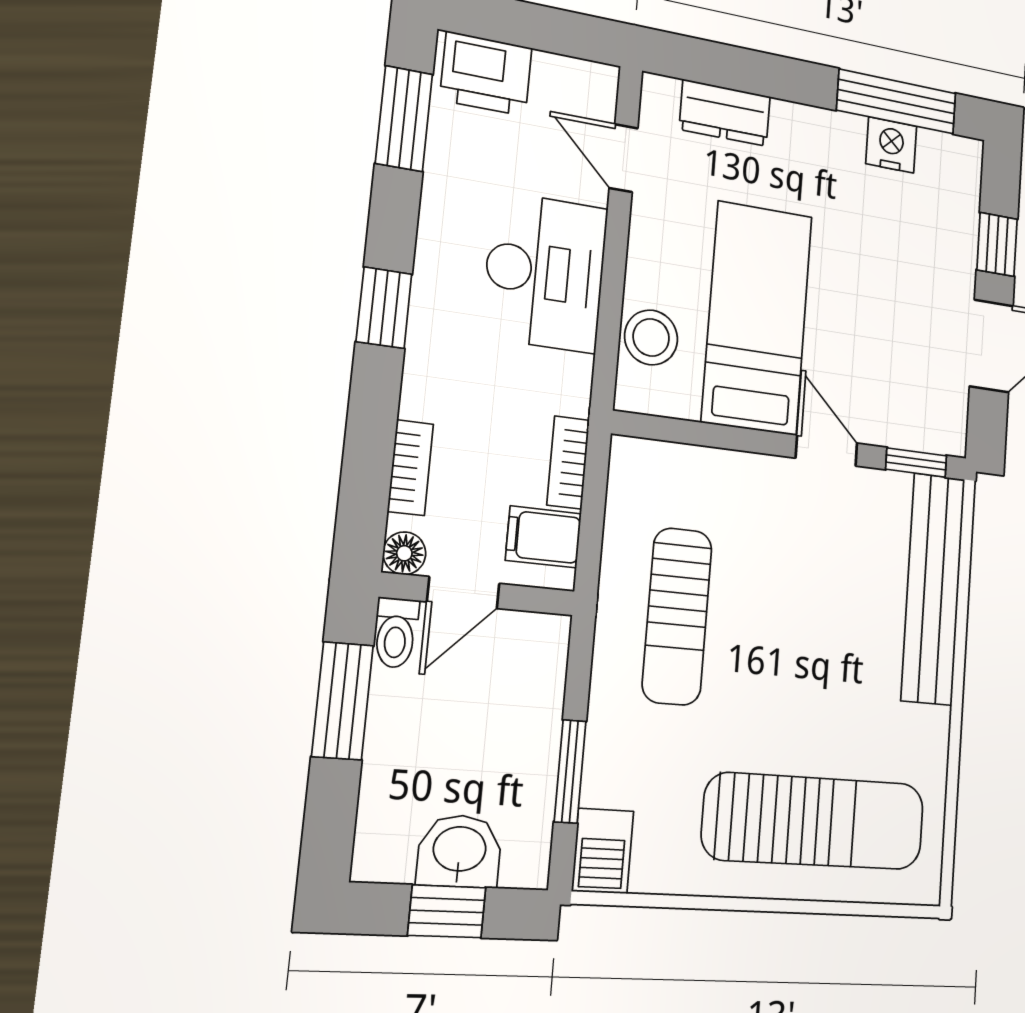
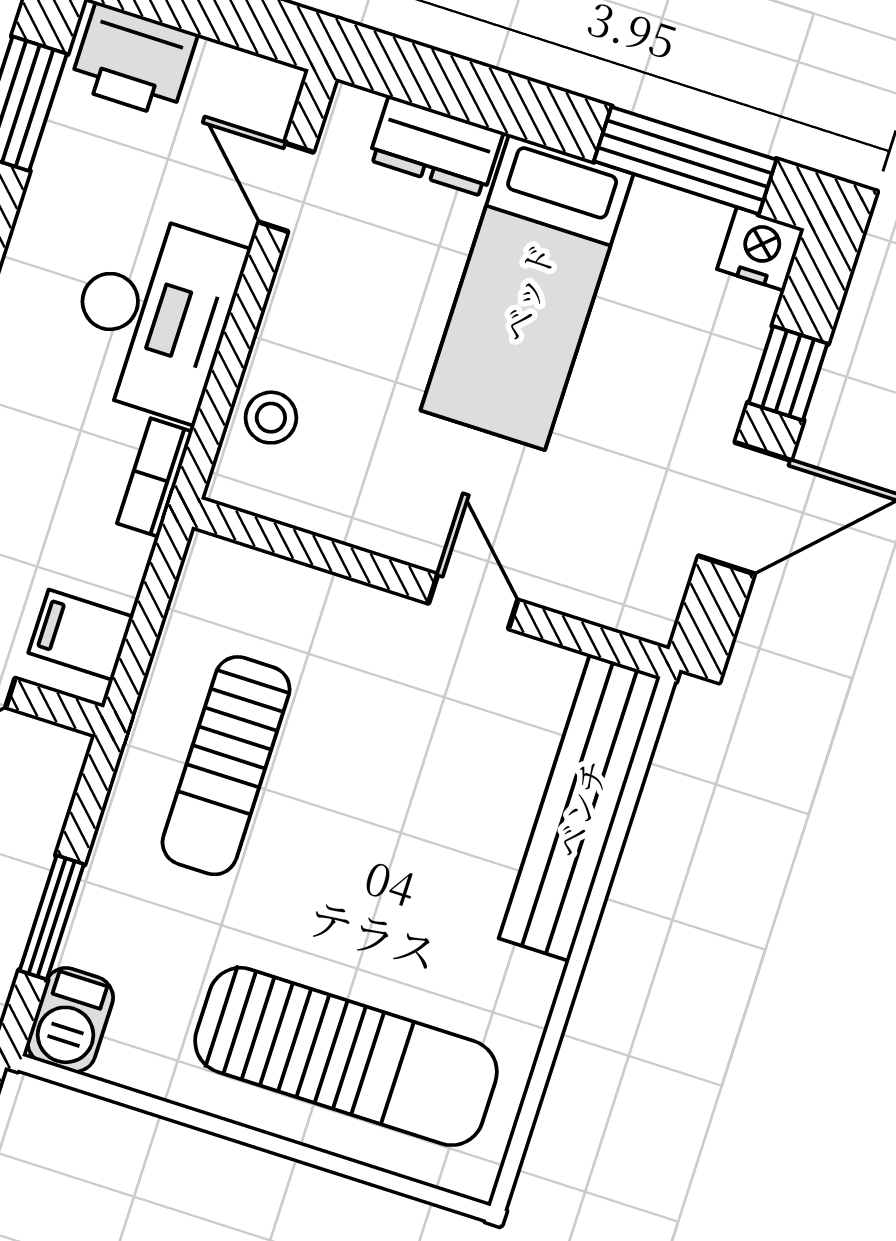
nightstand: (891, 145) -> (761, 249), moved
bed: (757, 318) -> (527, 292), moved, turned 180
stool: (651, 337) -> (271, 418), width x0.73, depth x0.73
bookcase: (568, 462) -> (155, 477), moved
window: (916, 462) -> (596, 641), removed

